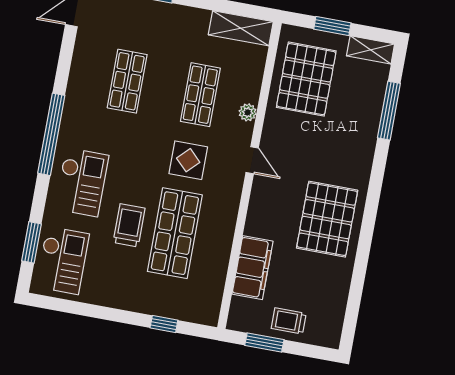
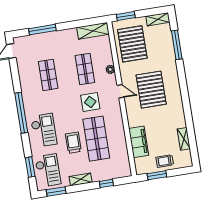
window: (332, 26) -> (126, 16), moved
pallet: (327, 219) -> (151, 90), moved
shelving: (339, 292) -> (184, 139), added
shelving: (118, 299) -> (81, 179), added
window: (64, 306) -> (56, 192), added

